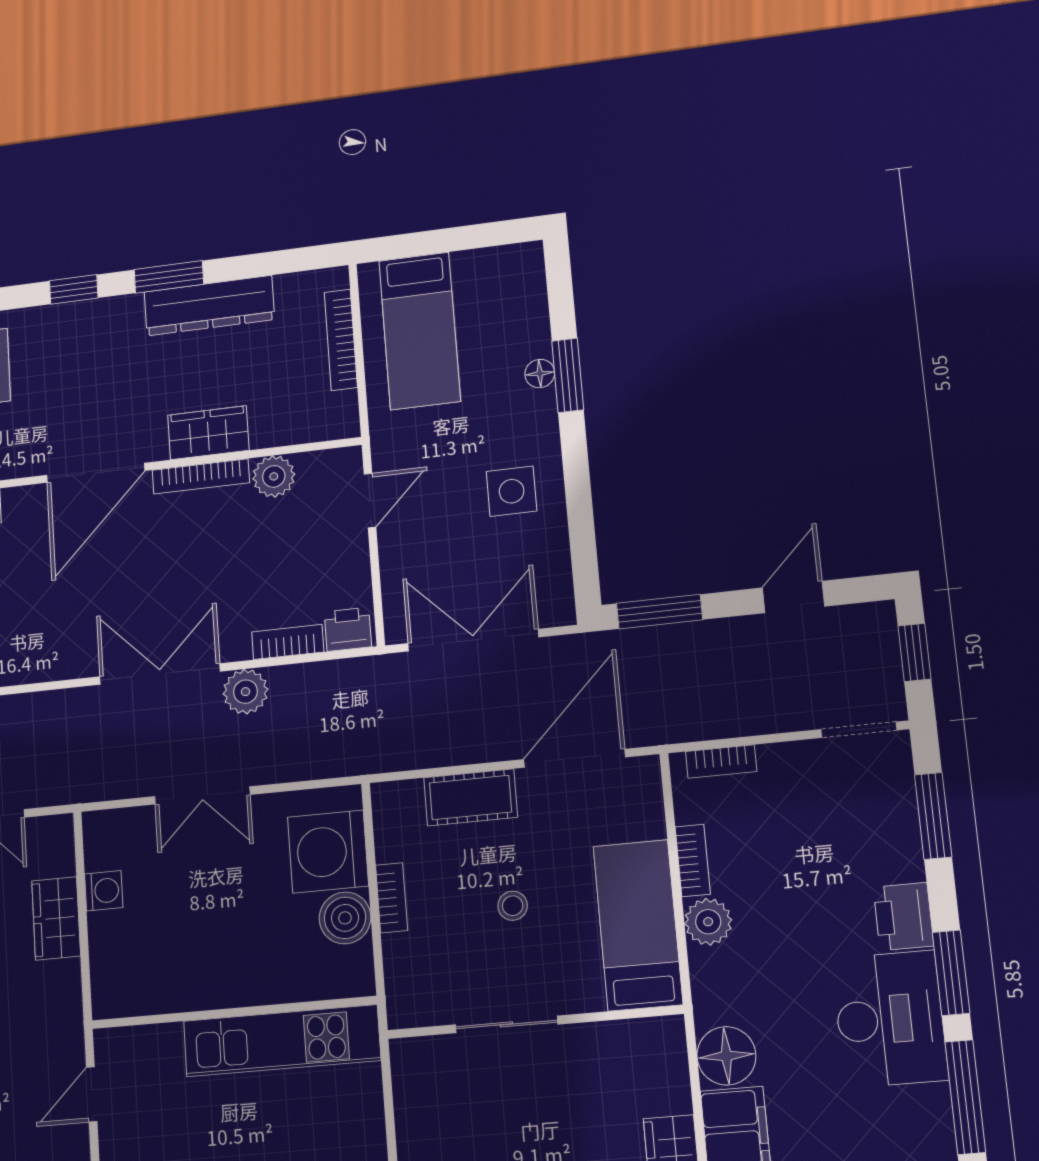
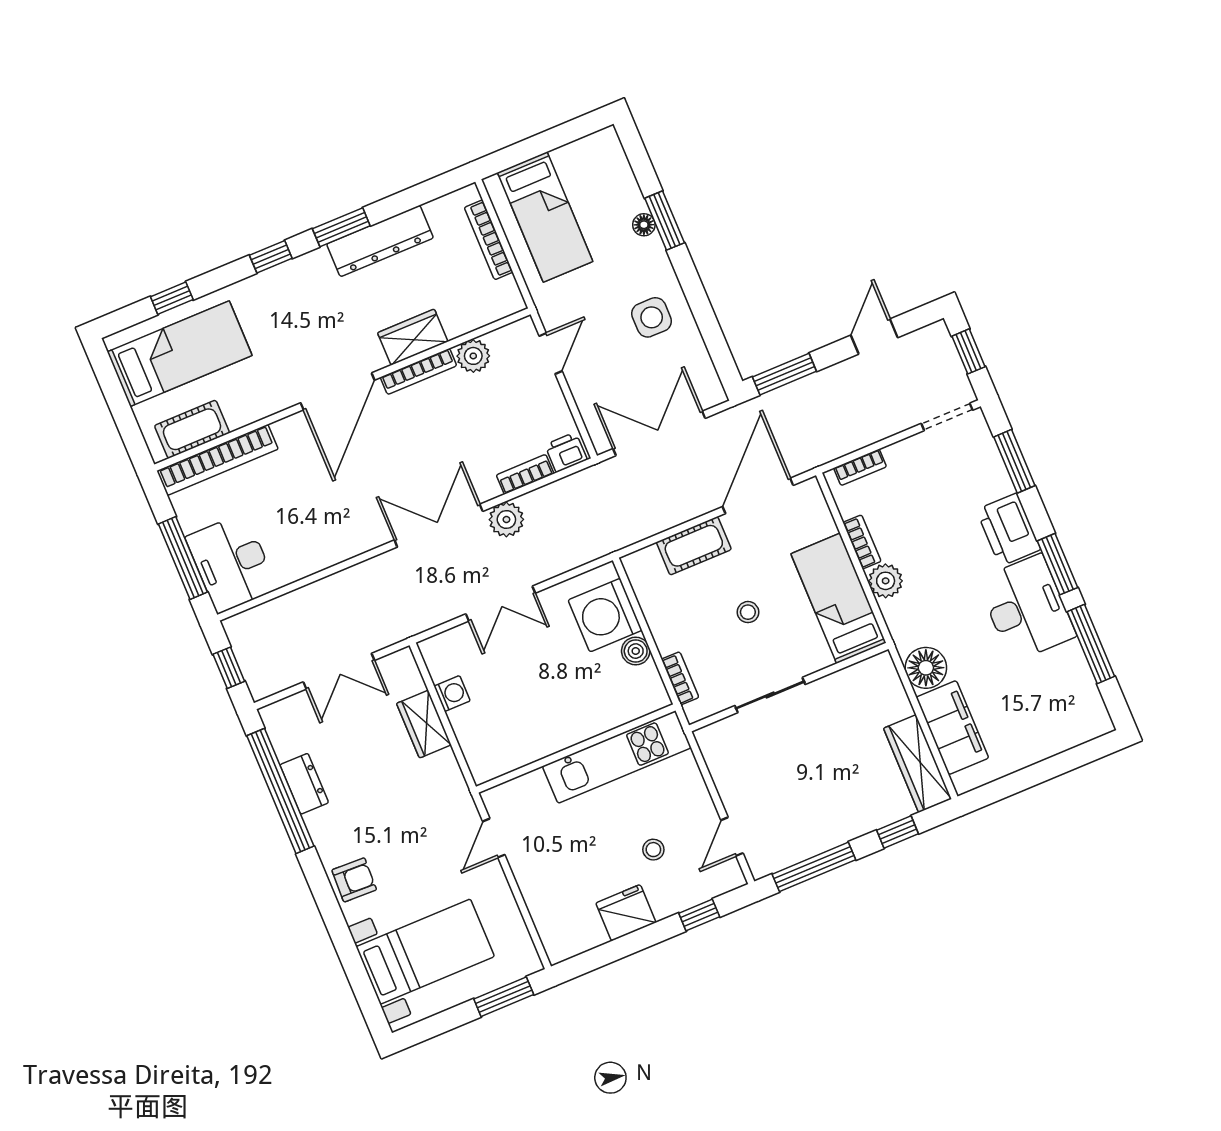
bookcase: (392, 898) -> (680, 678), moved
printer: (903, 916) -> (1008, 530), width x1.37, depth x1.19
boiler: (345, 918) -> (636, 651), width x0.73, depth x0.73

